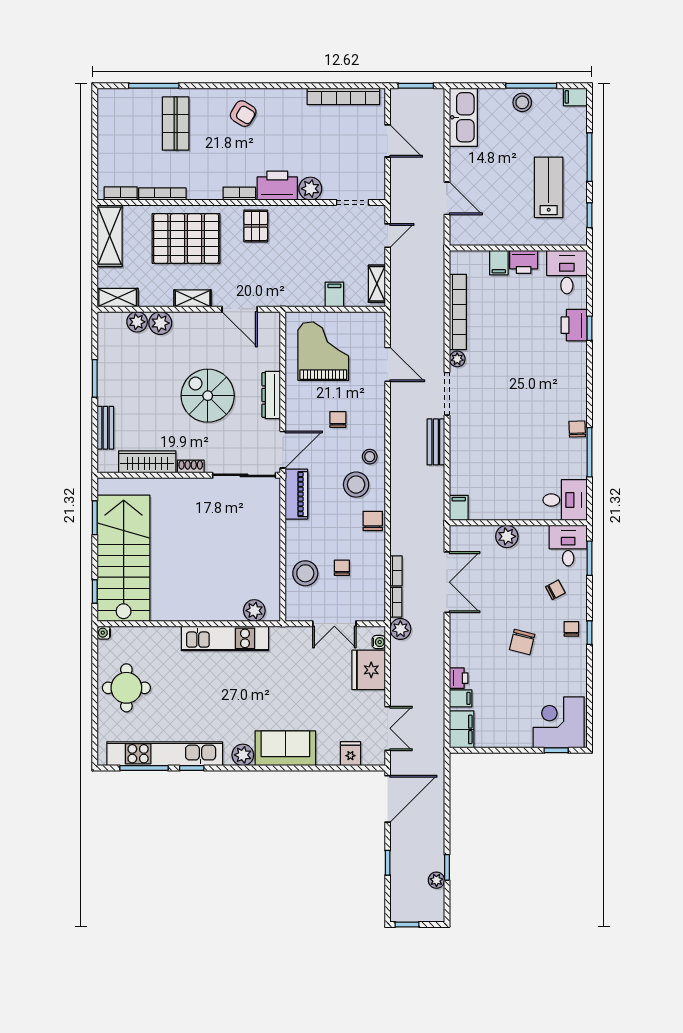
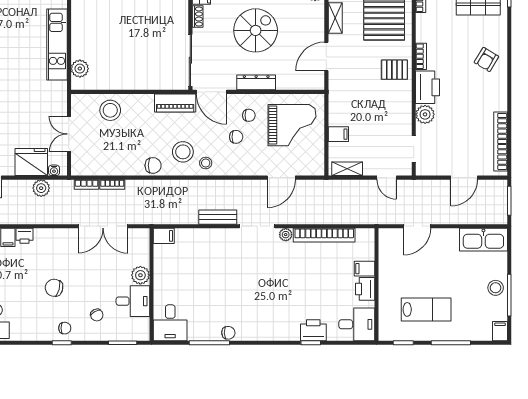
desk: (568, 546) -> (133, 301), moved
chair: (342, 568) -> (249, 115), moved
plant: (400, 629) -> (41, 188), moved

